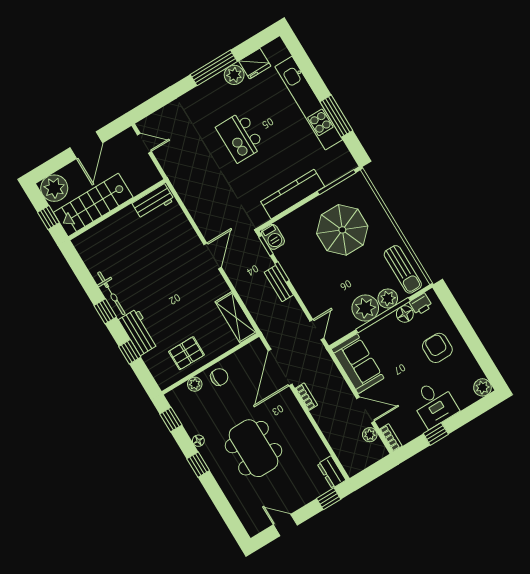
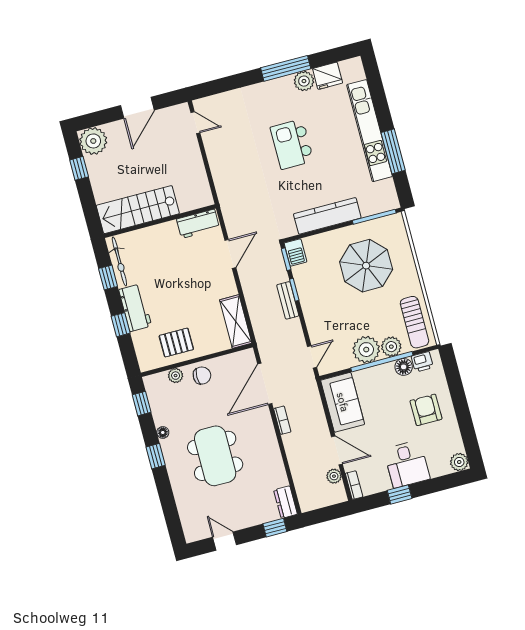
workbench: (153, 202) -> (198, 224), moved
stairs: (93, 205) -> (138, 210), moved
wall: (117, 210) -> (160, 221), moved

